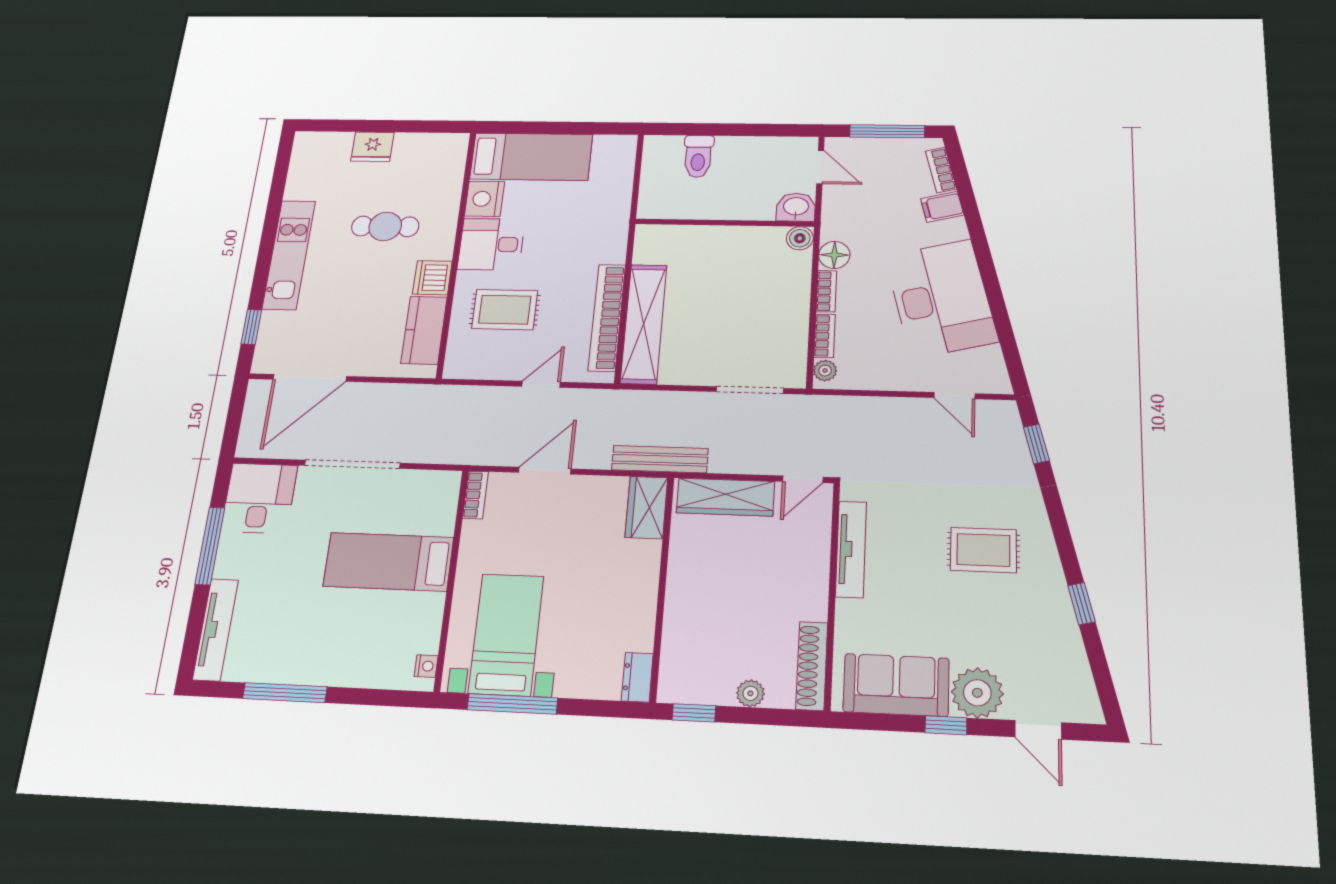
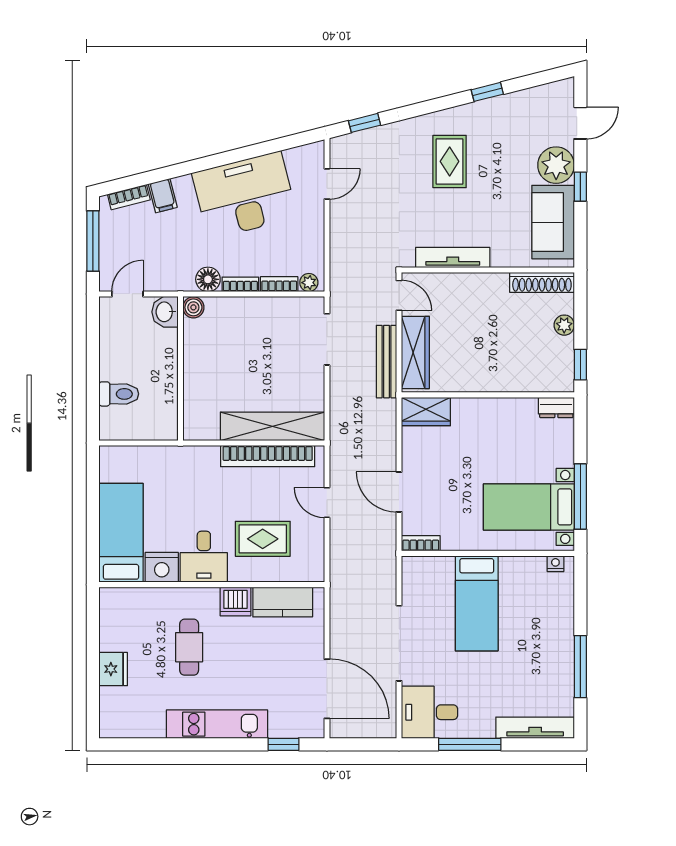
rug: (505, 310) -> (263, 539), turned 90
bench: (660, 459) -> (386, 362), moved

